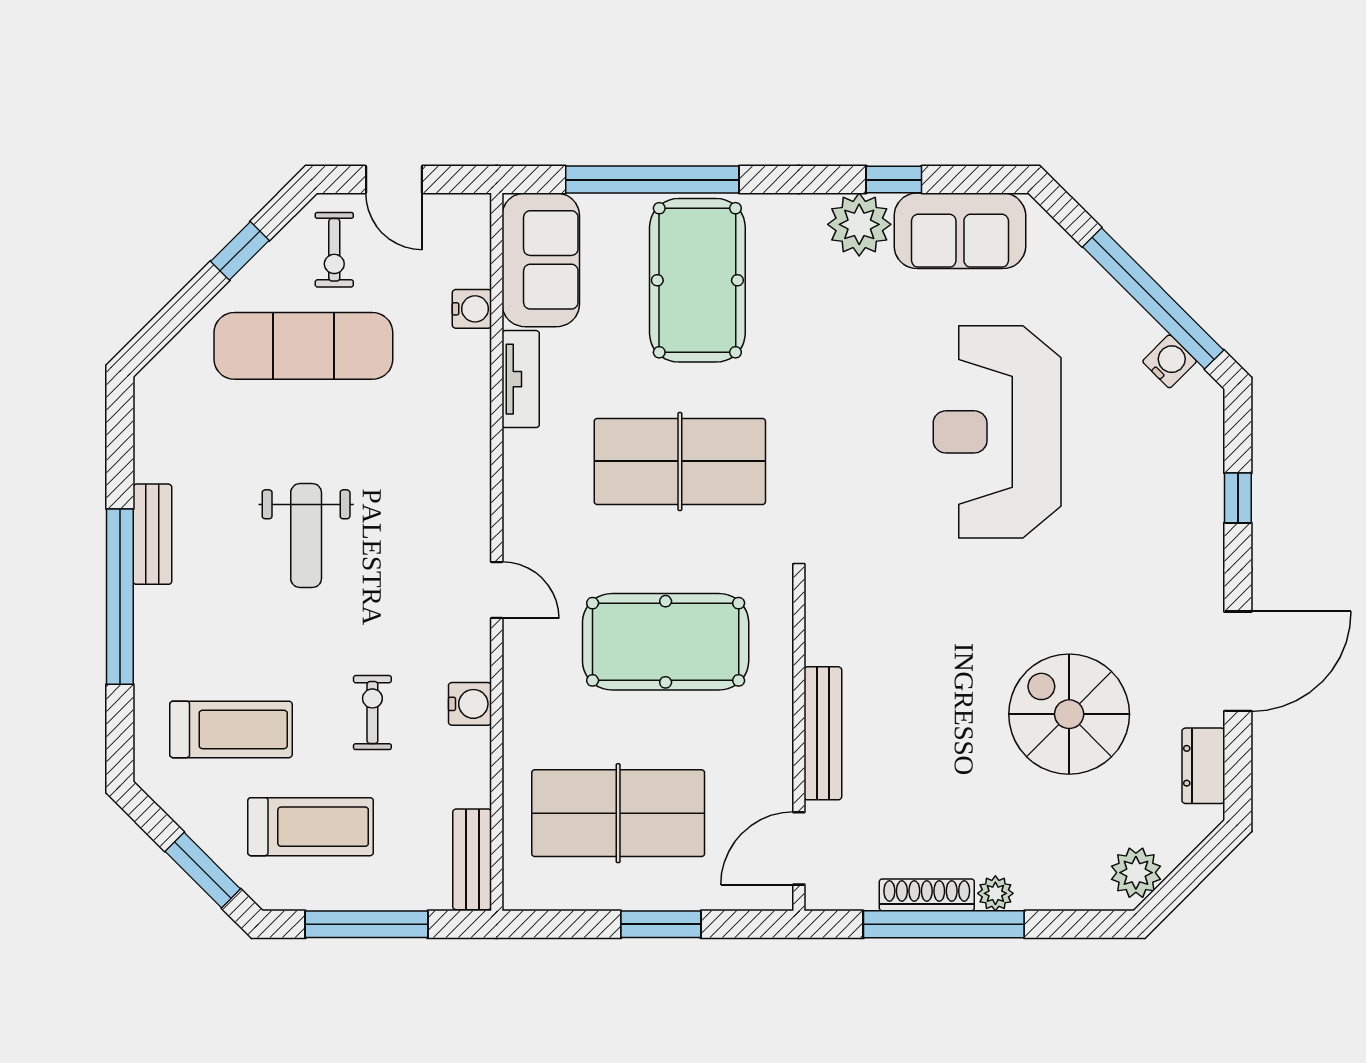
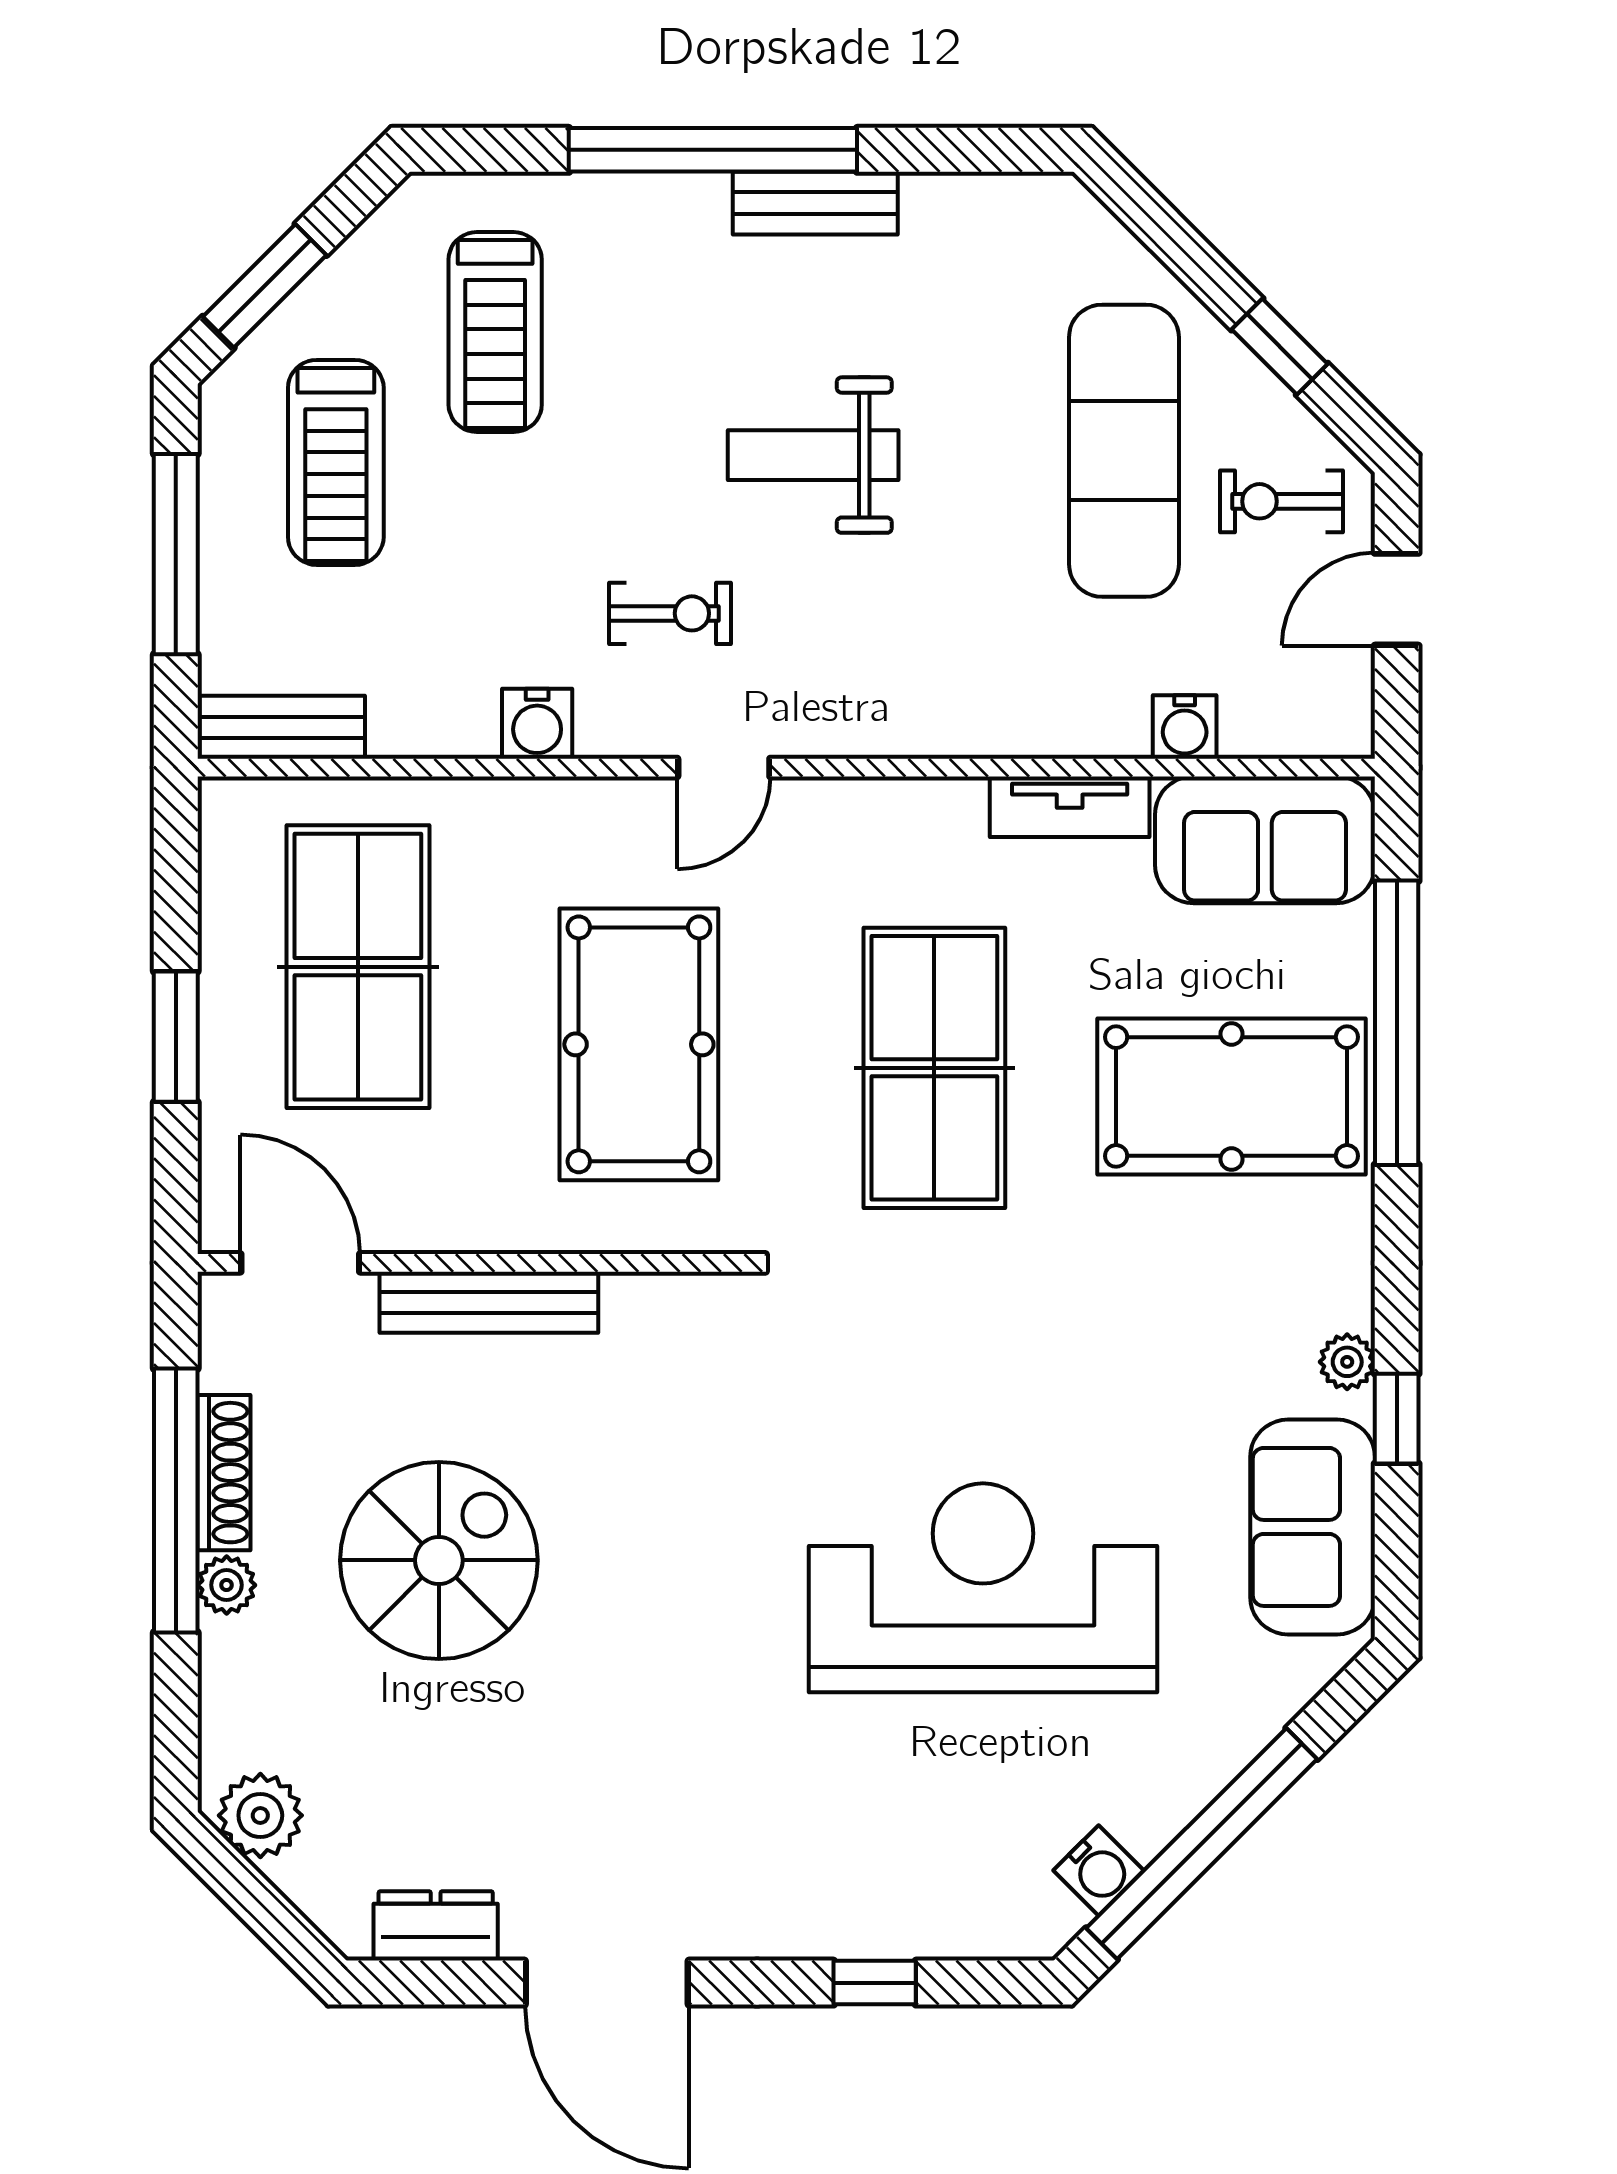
plant: (859, 224) -> (1347, 1362), width x0.53, depth x0.53
exercise bike: (372, 713) -> (670, 613), moved
spiral stairs: (1069, 714) -> (439, 1560), moved

